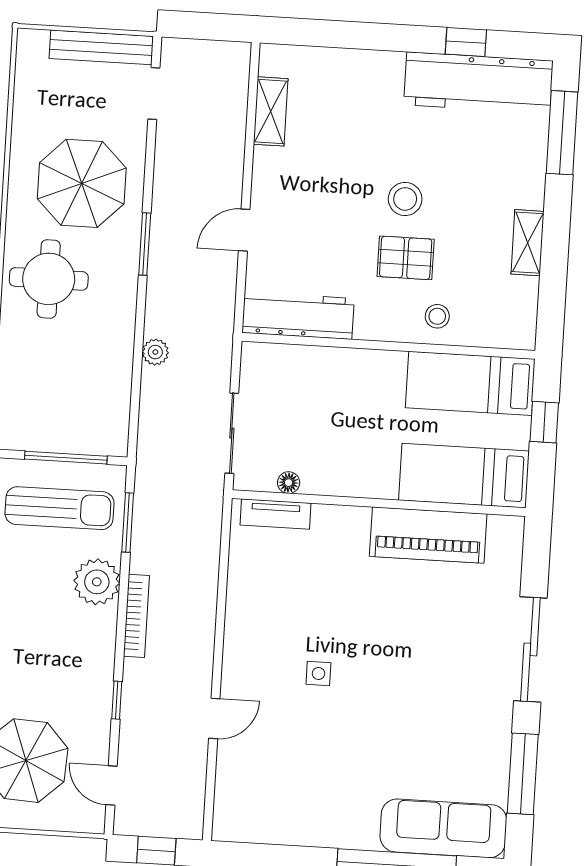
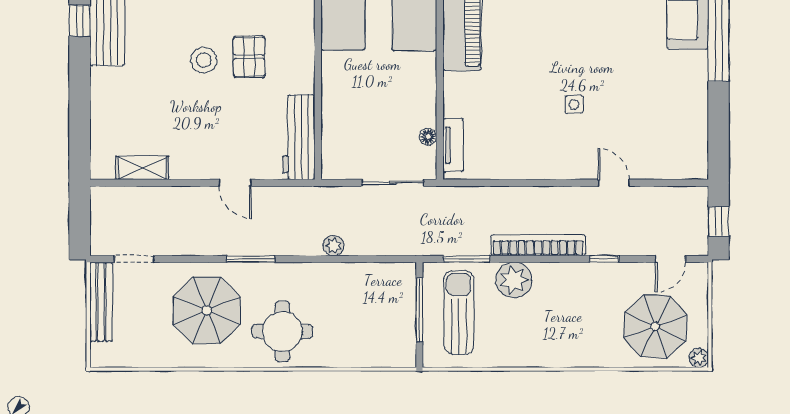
stool: (437, 316) -> (293, 30), removed
bookcase: (136, 616) -> (538, 245), width x1.48, depth x1.31

